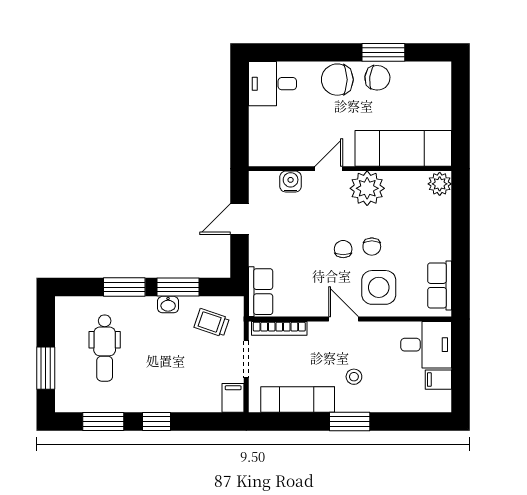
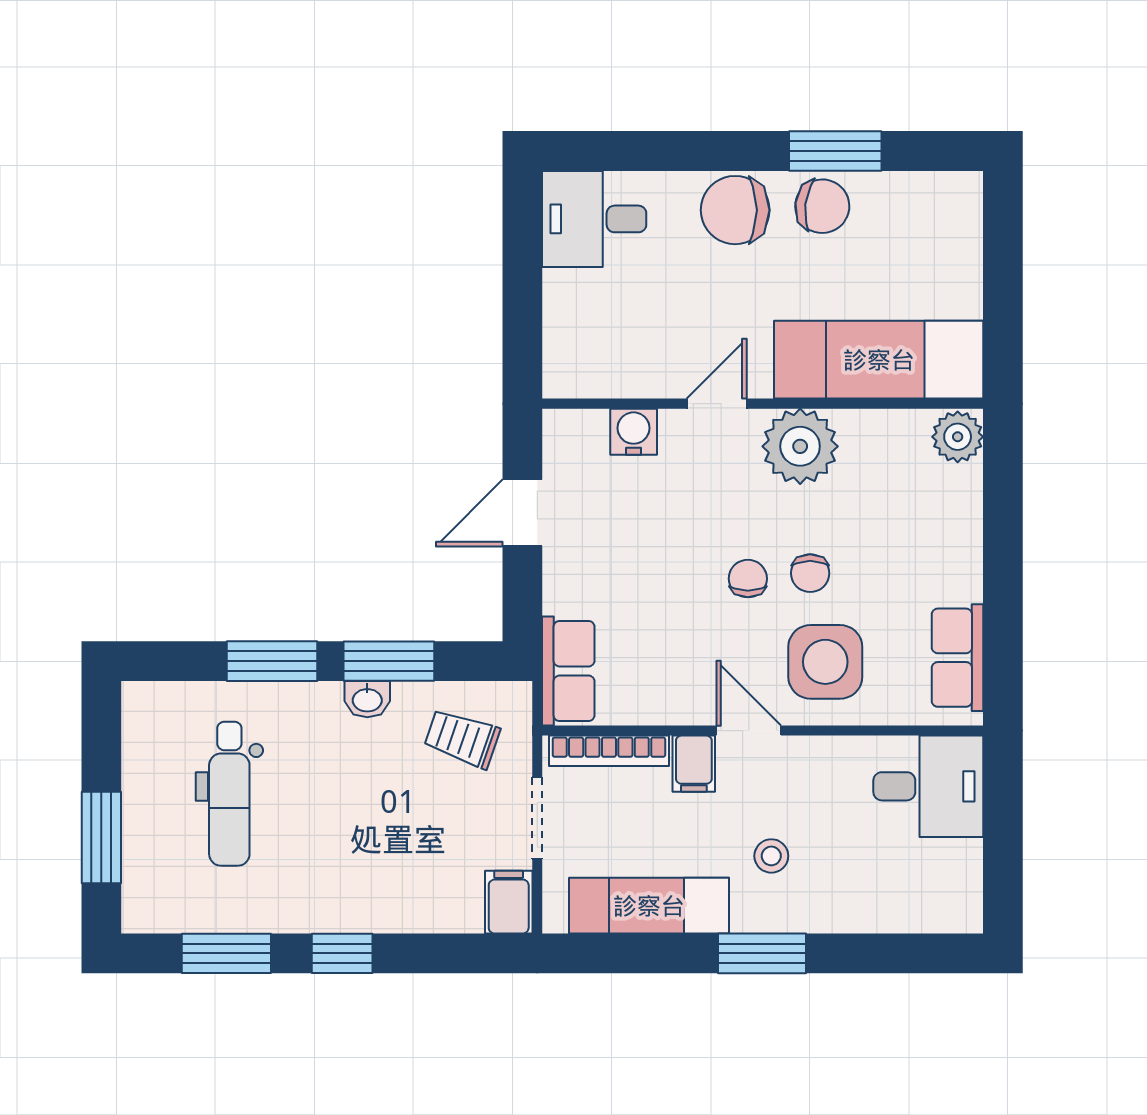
filing cabinet: (438, 380) -> (694, 764), moved, turned -90

